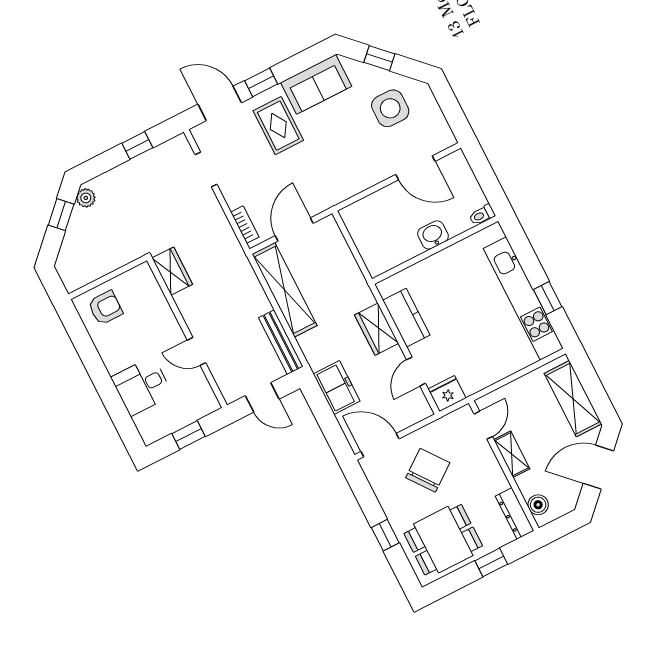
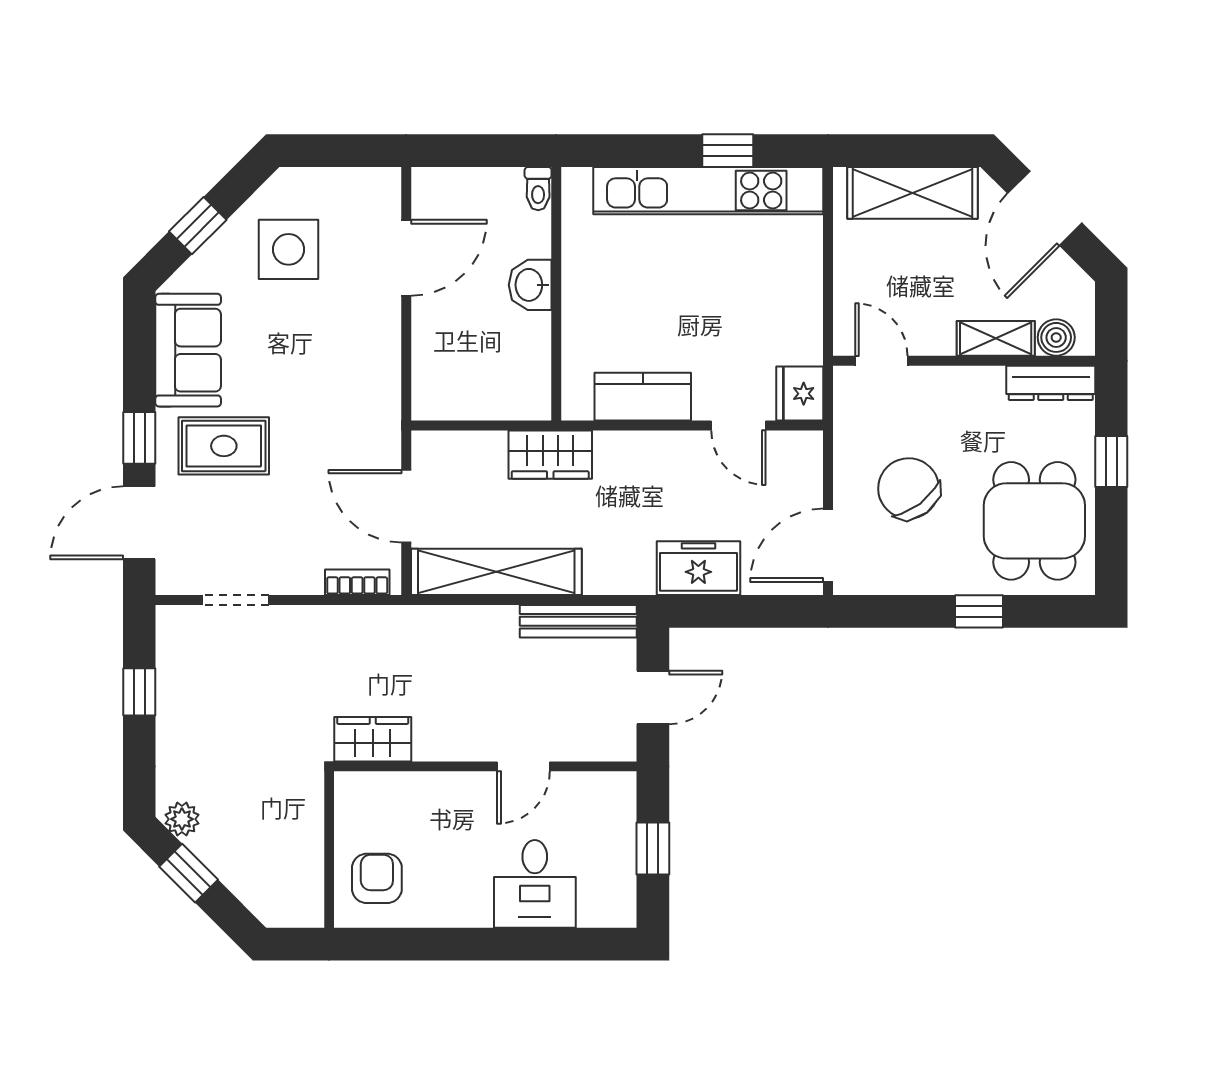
wardrobe: (377, 329) -> (550, 455), moved
shelving: (512, 454) -> (996, 338), moved

